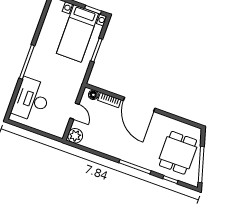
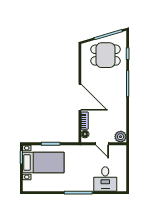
desk: (31, 100) -> (105, 179), width x0.73
door: (139, 104) -> (80, 97), hinge flipped
door: (74, 111) -> (102, 144), swing flipped

